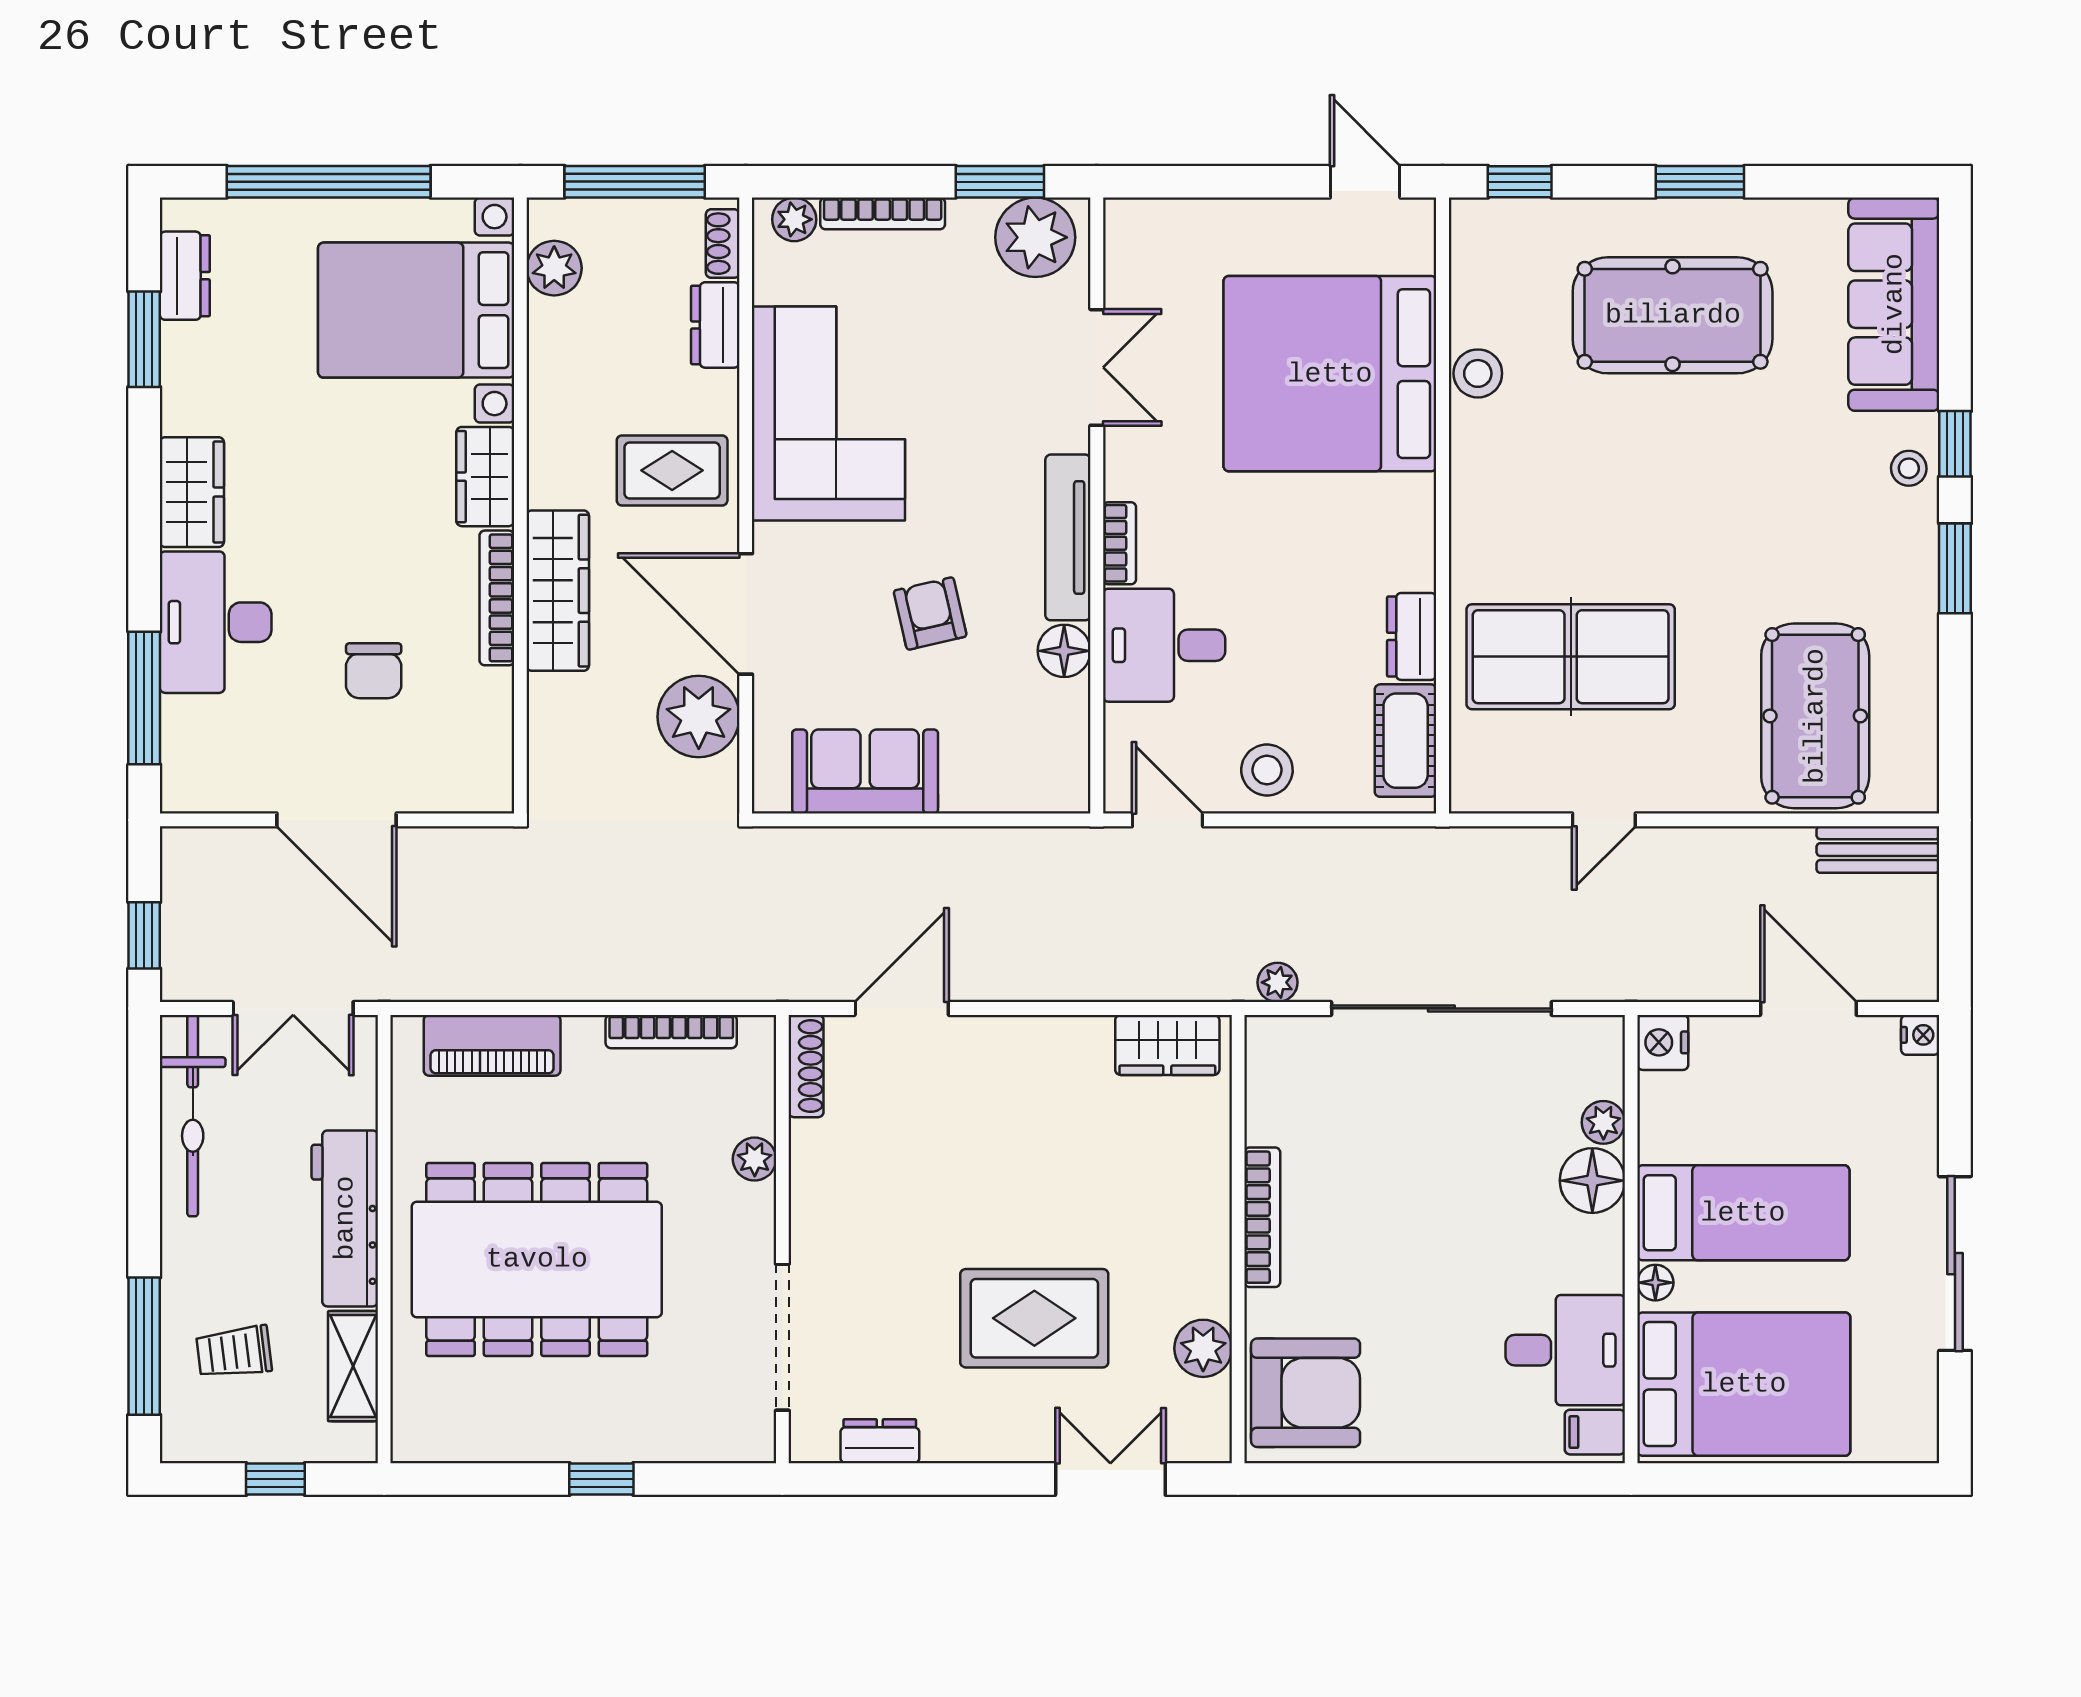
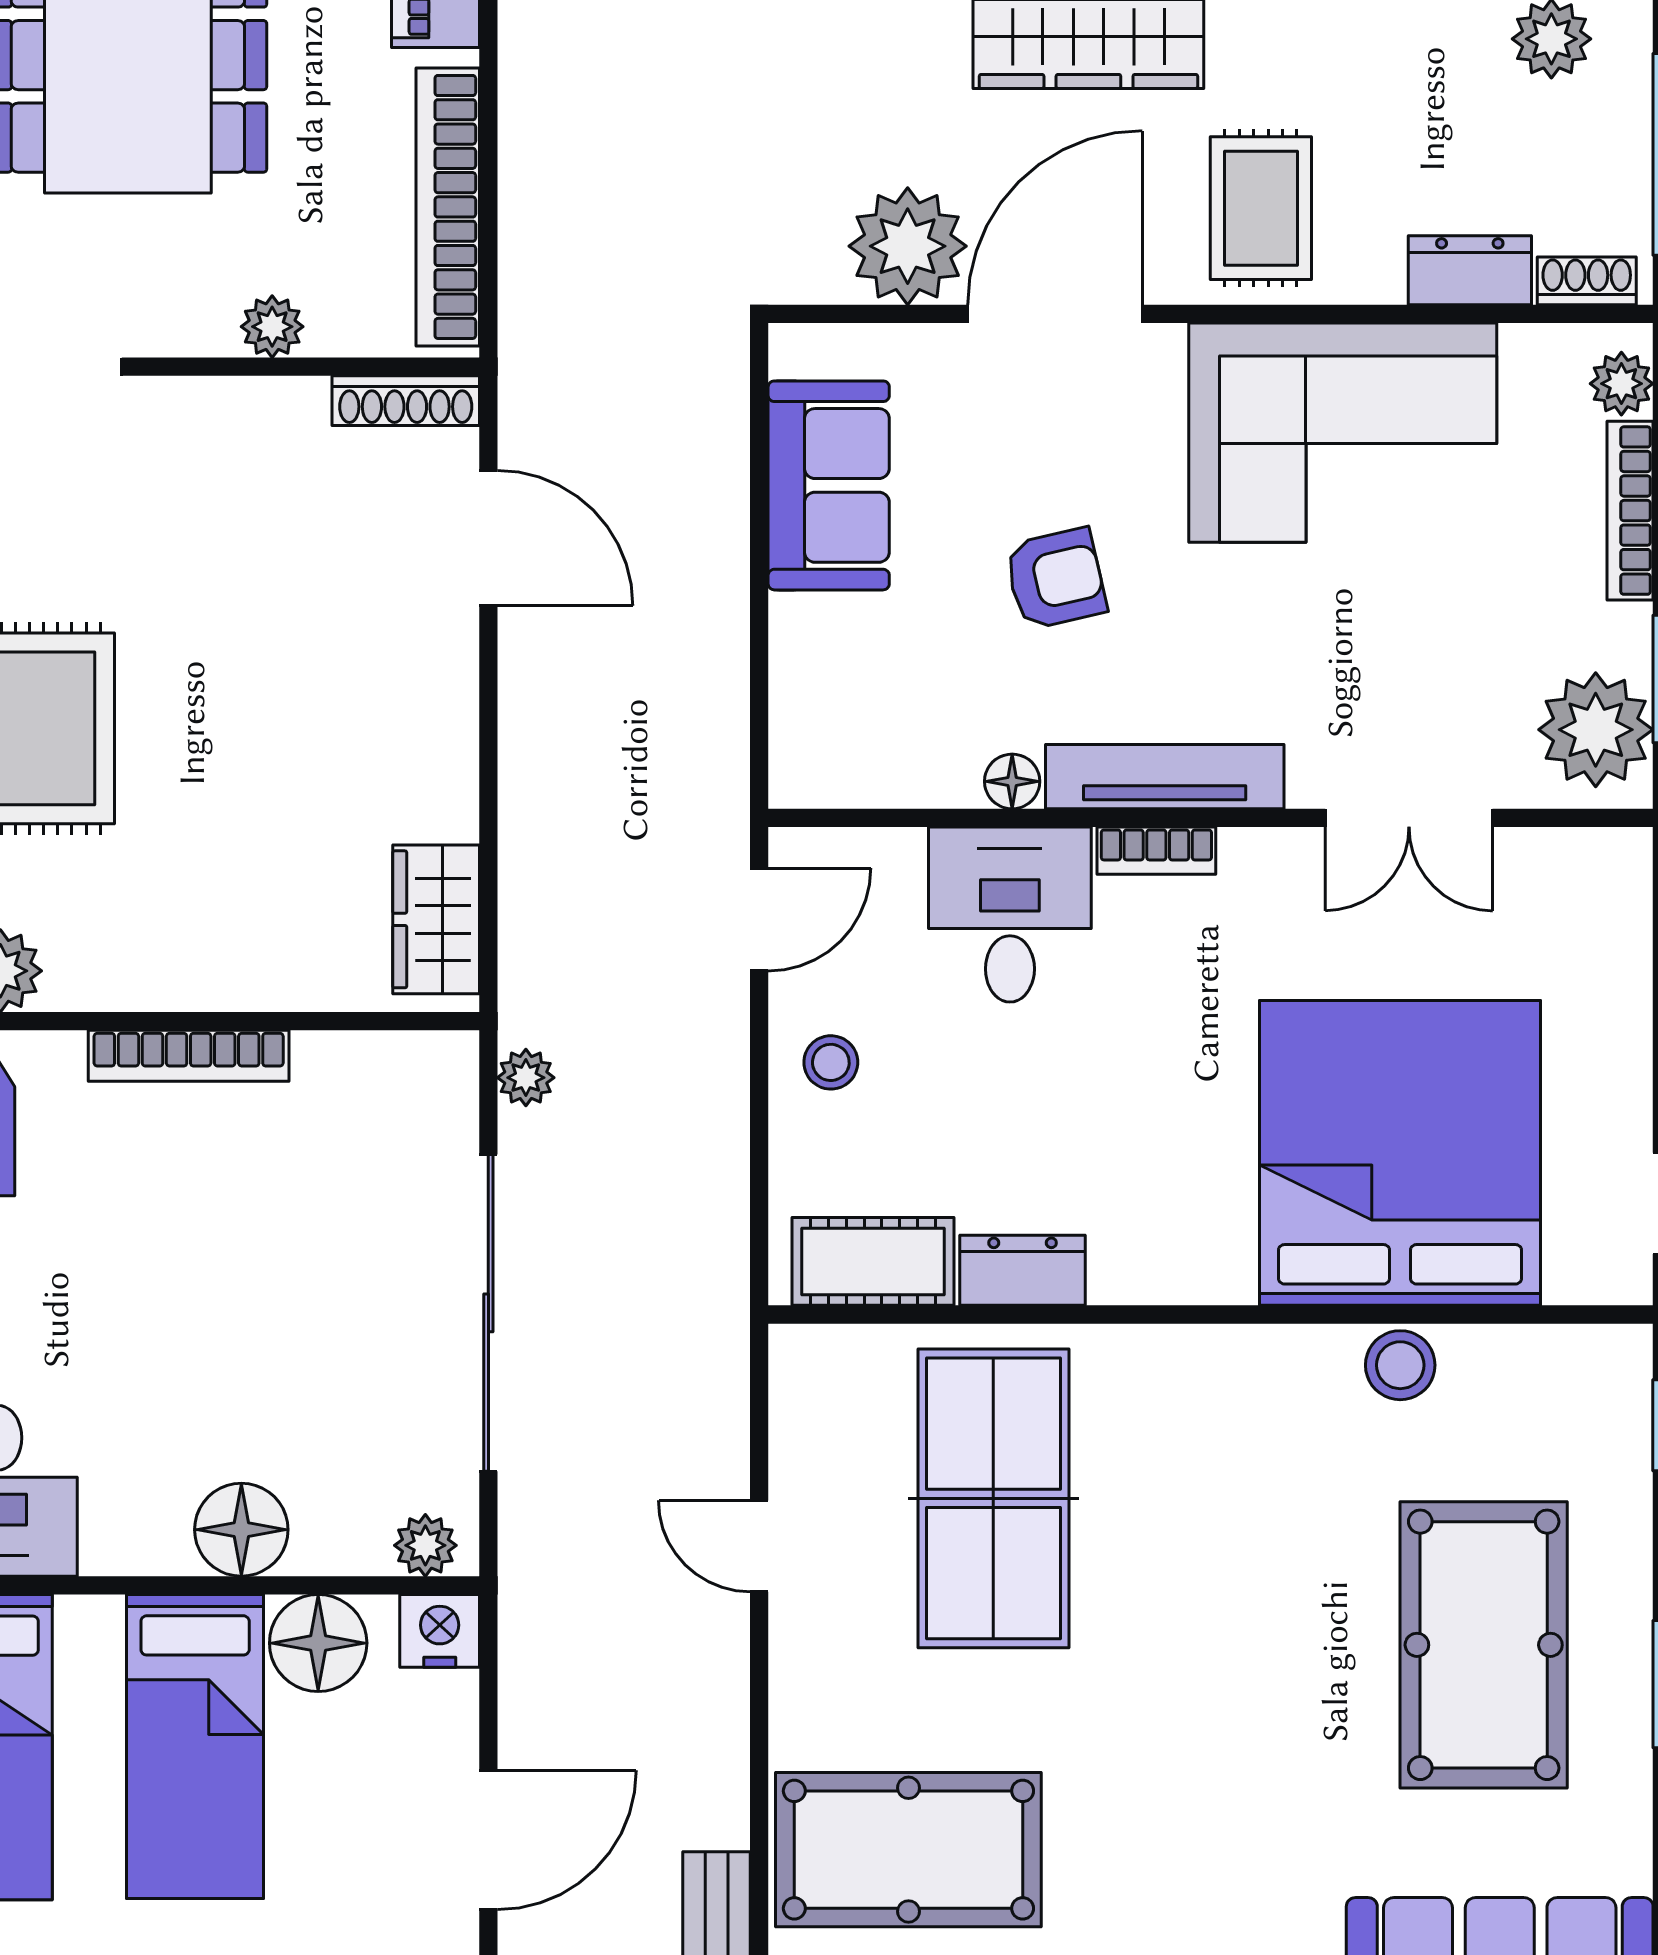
floor lamp: (1064, 651) -> (1012, 781), width x0.73, depth x0.73
stool: (1267, 770) -> (831, 1062), width x0.73, depth x0.73
bookcase: (671, 1032) -> (448, 207), width x1.48, depth x1.31
plant: (1603, 1122) -> (425, 1545), moved
floor lamp: (1655, 1283) -> (318, 1643), moved, width x1.89, depth x1.89

